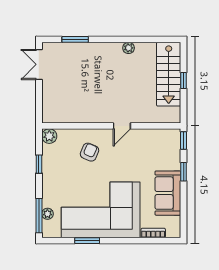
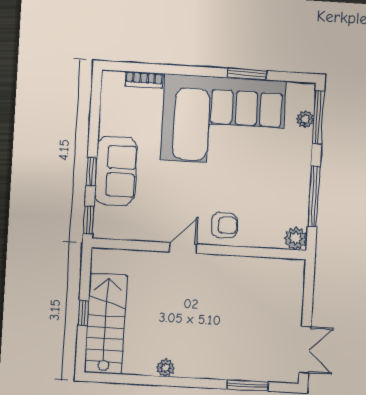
armchair: (90, 152) -> (224, 225), moved, turned -113
window: (39, 164) -> (314, 196), width x2.17
sofa: (168, 193) -> (116, 171), moved

